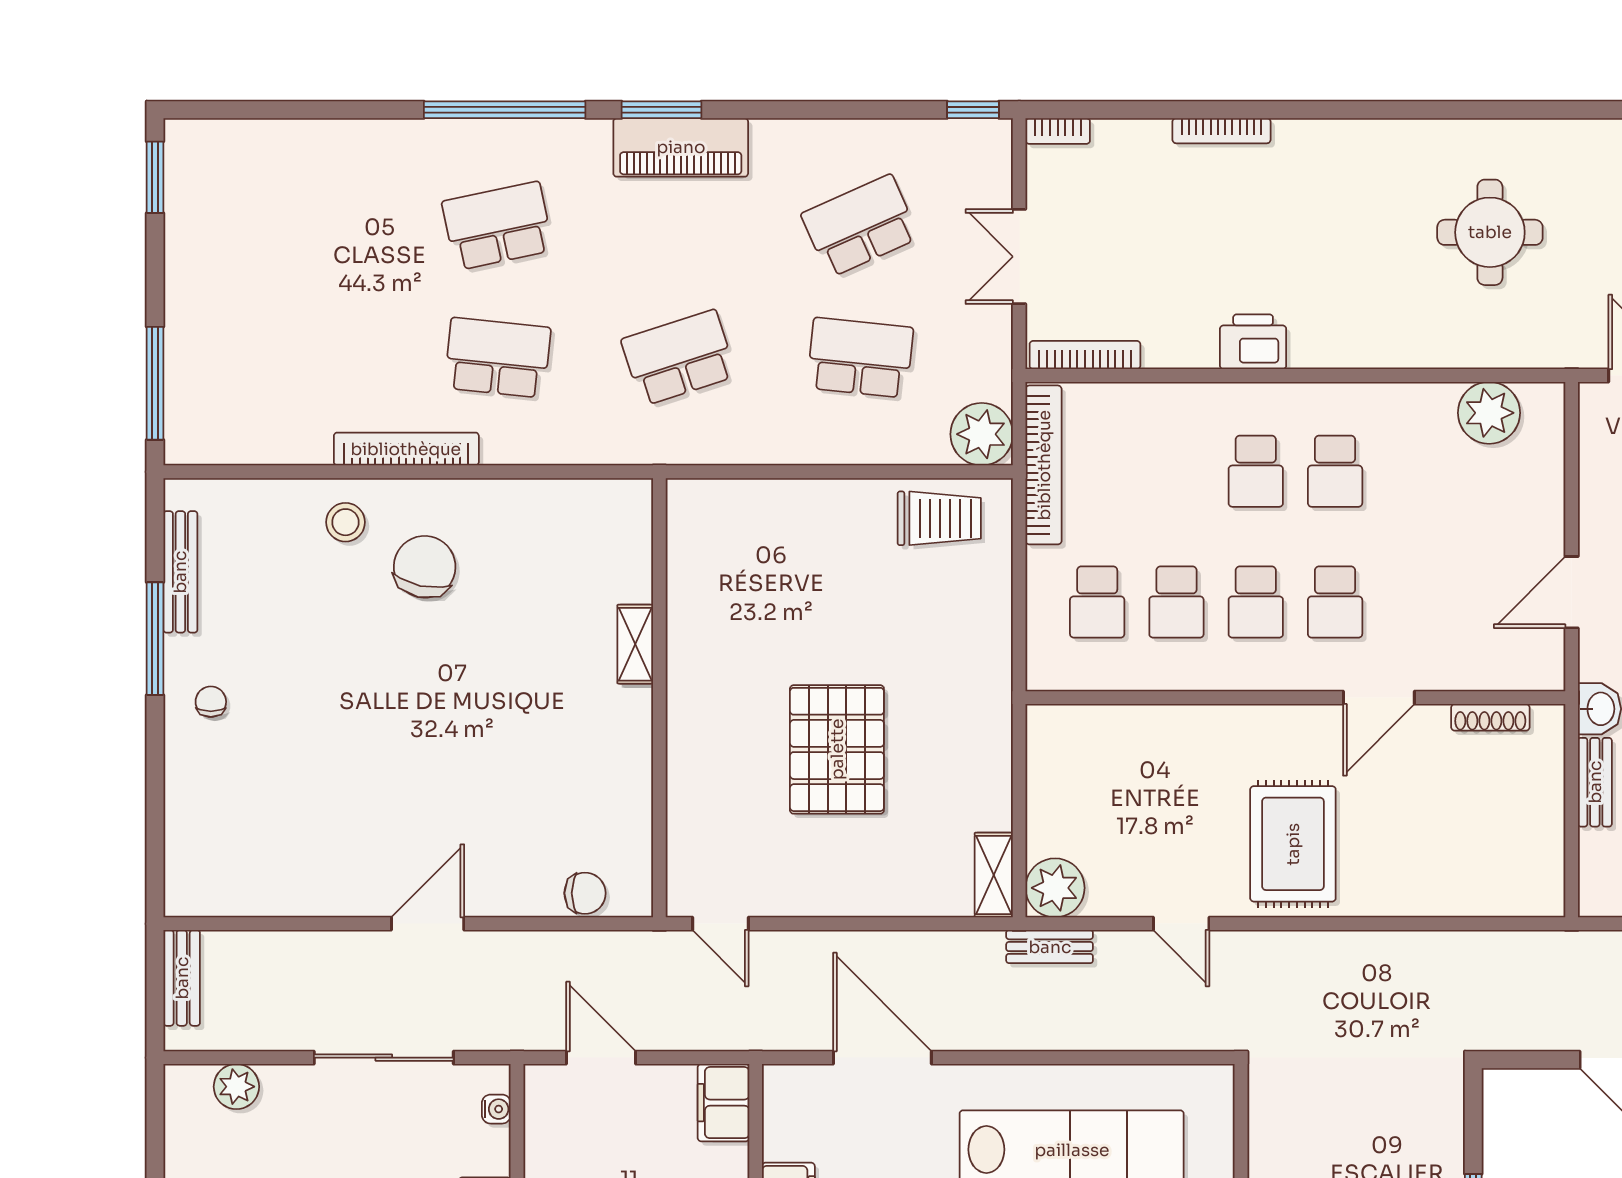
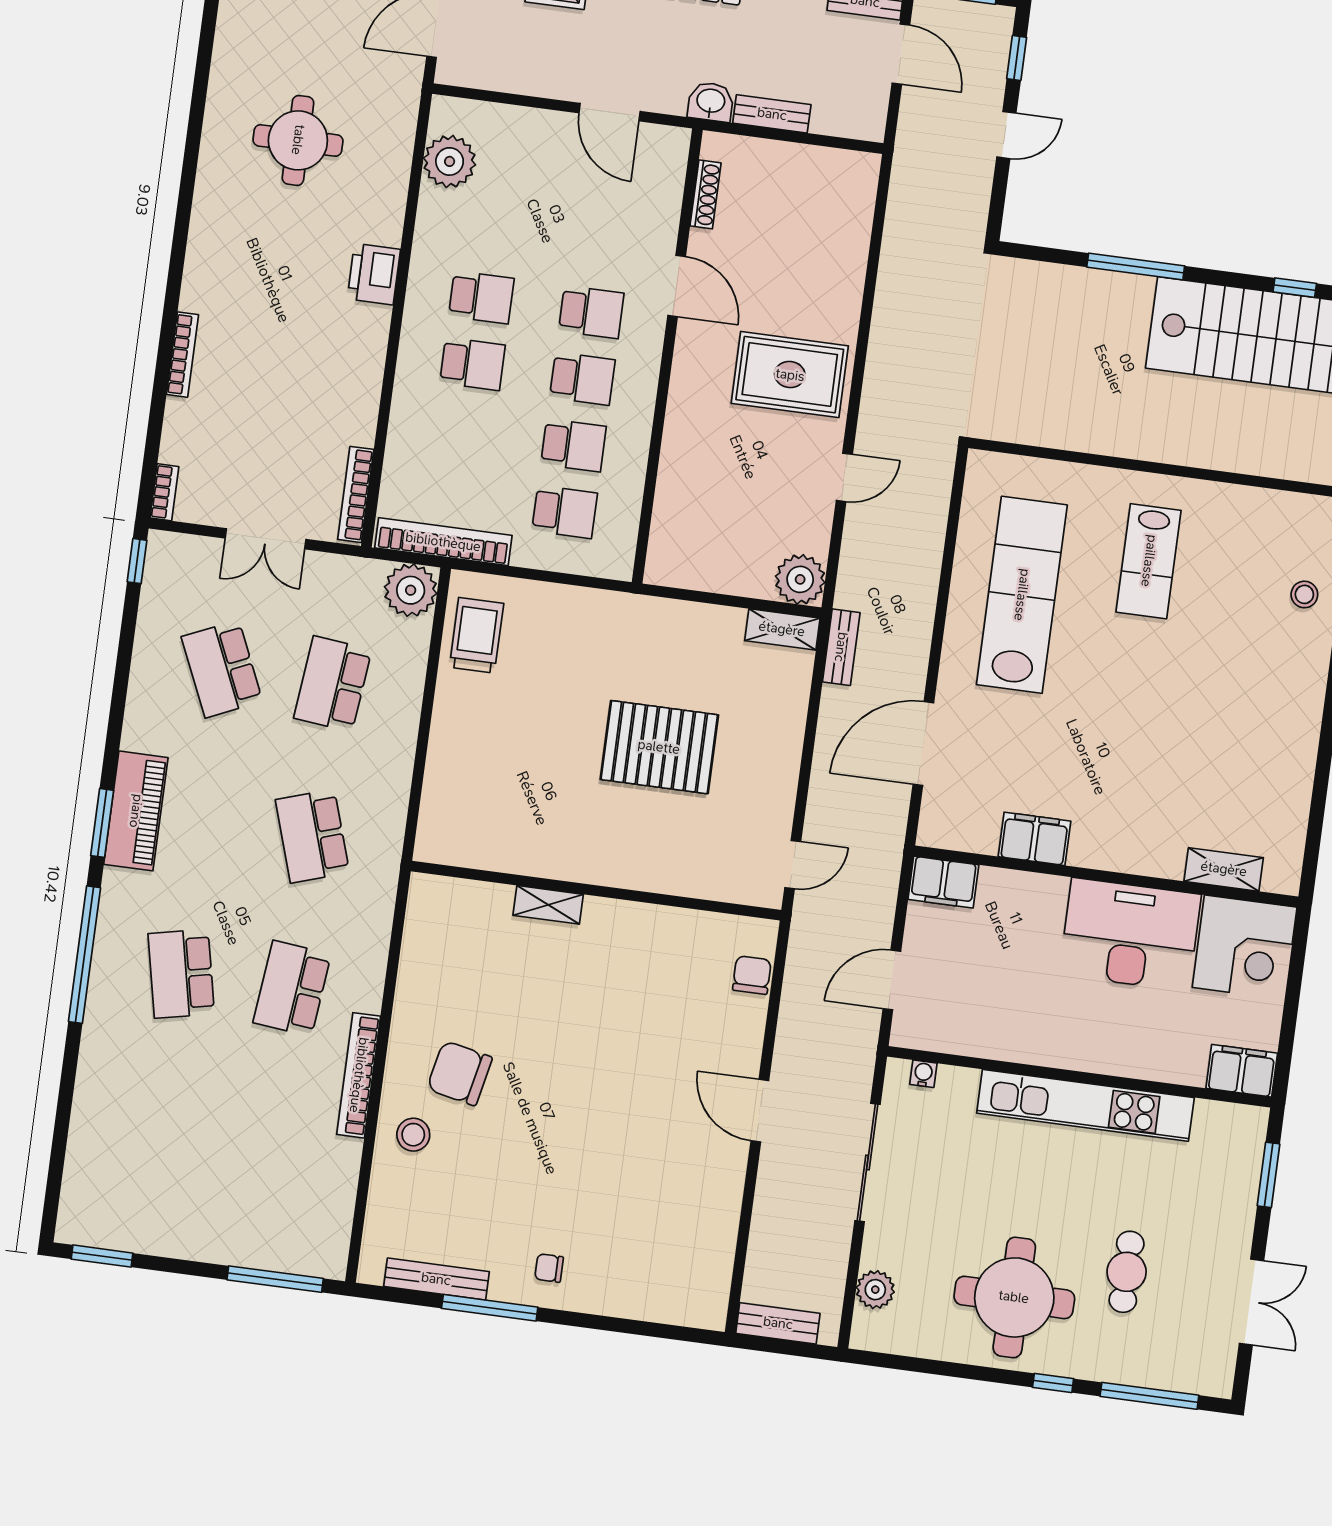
printer: (1253, 342) -> (374, 274), moved
bench: (1050, 947) -> (841, 647), moved

